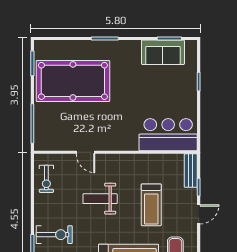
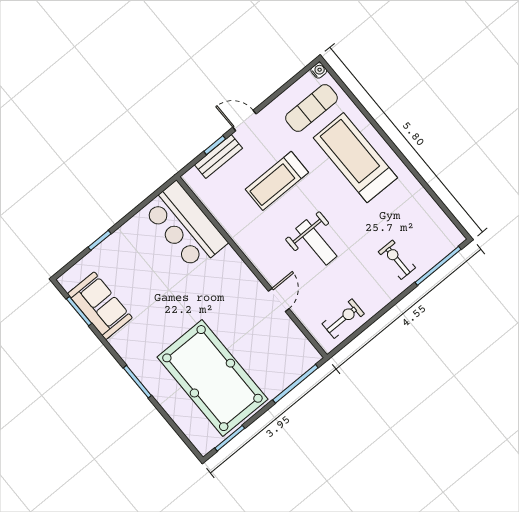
bench: (191, 171) -> (218, 156), moved
treadmill: (151, 205) -> (277, 181), turned 180
exercise bike: (54, 235) -> (397, 260), width x0.73, depth x0.72

